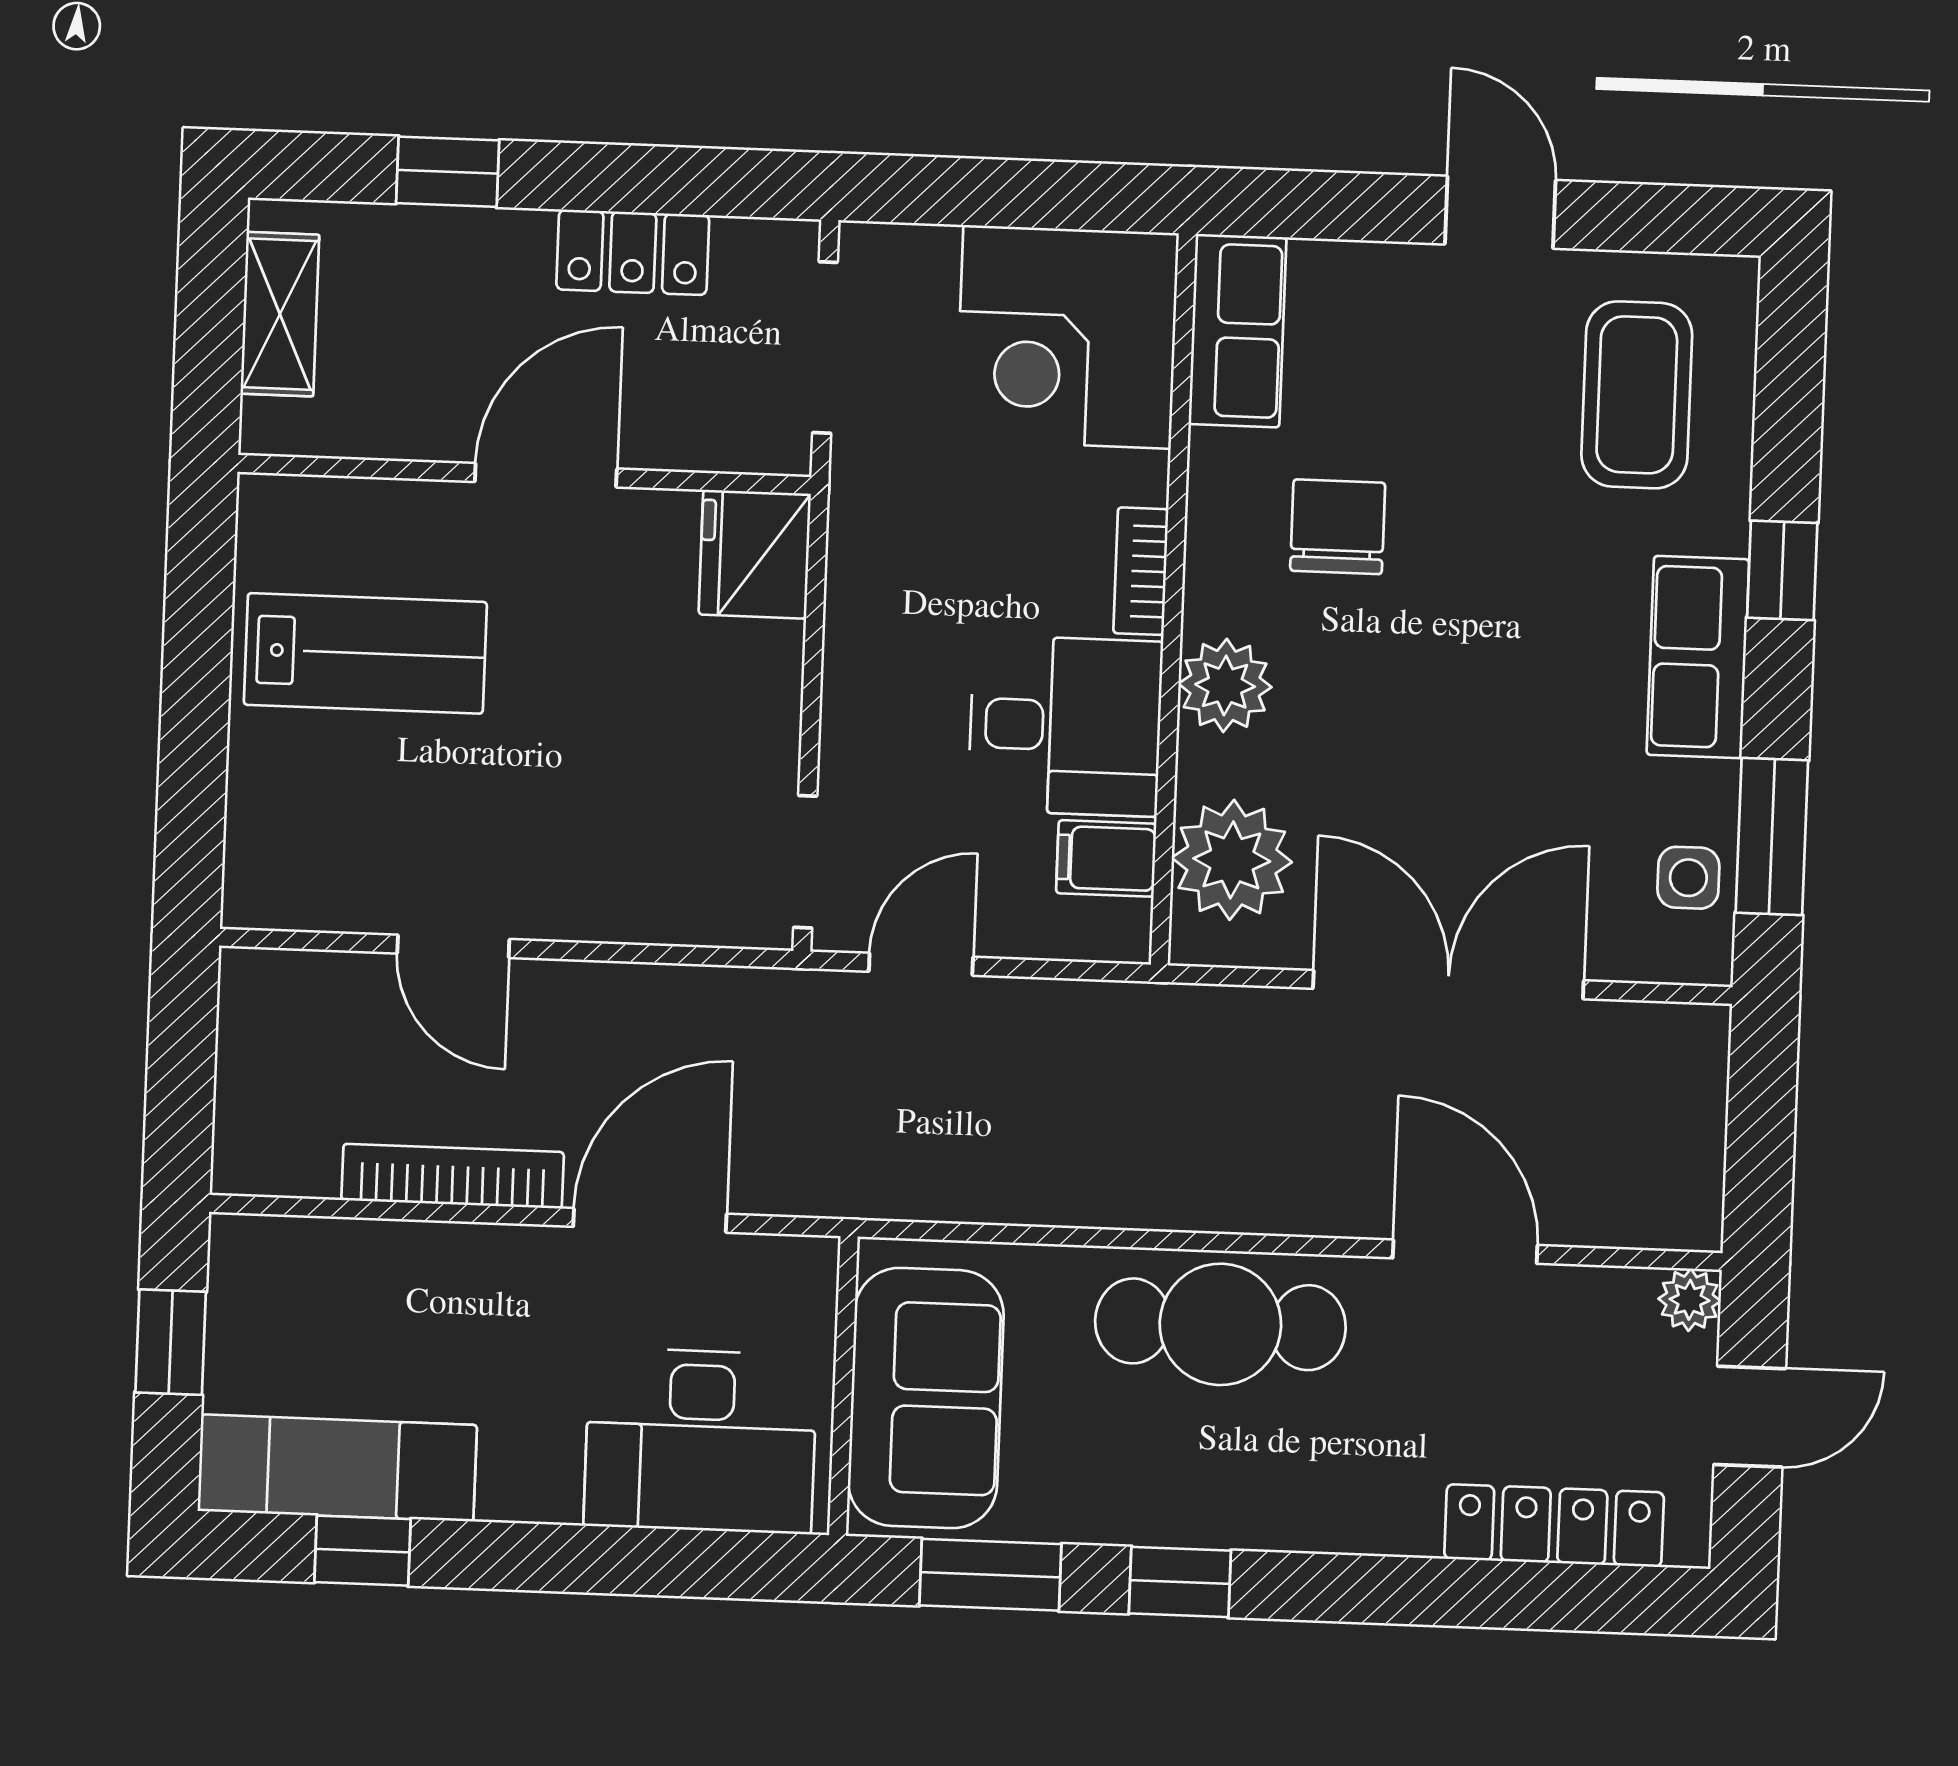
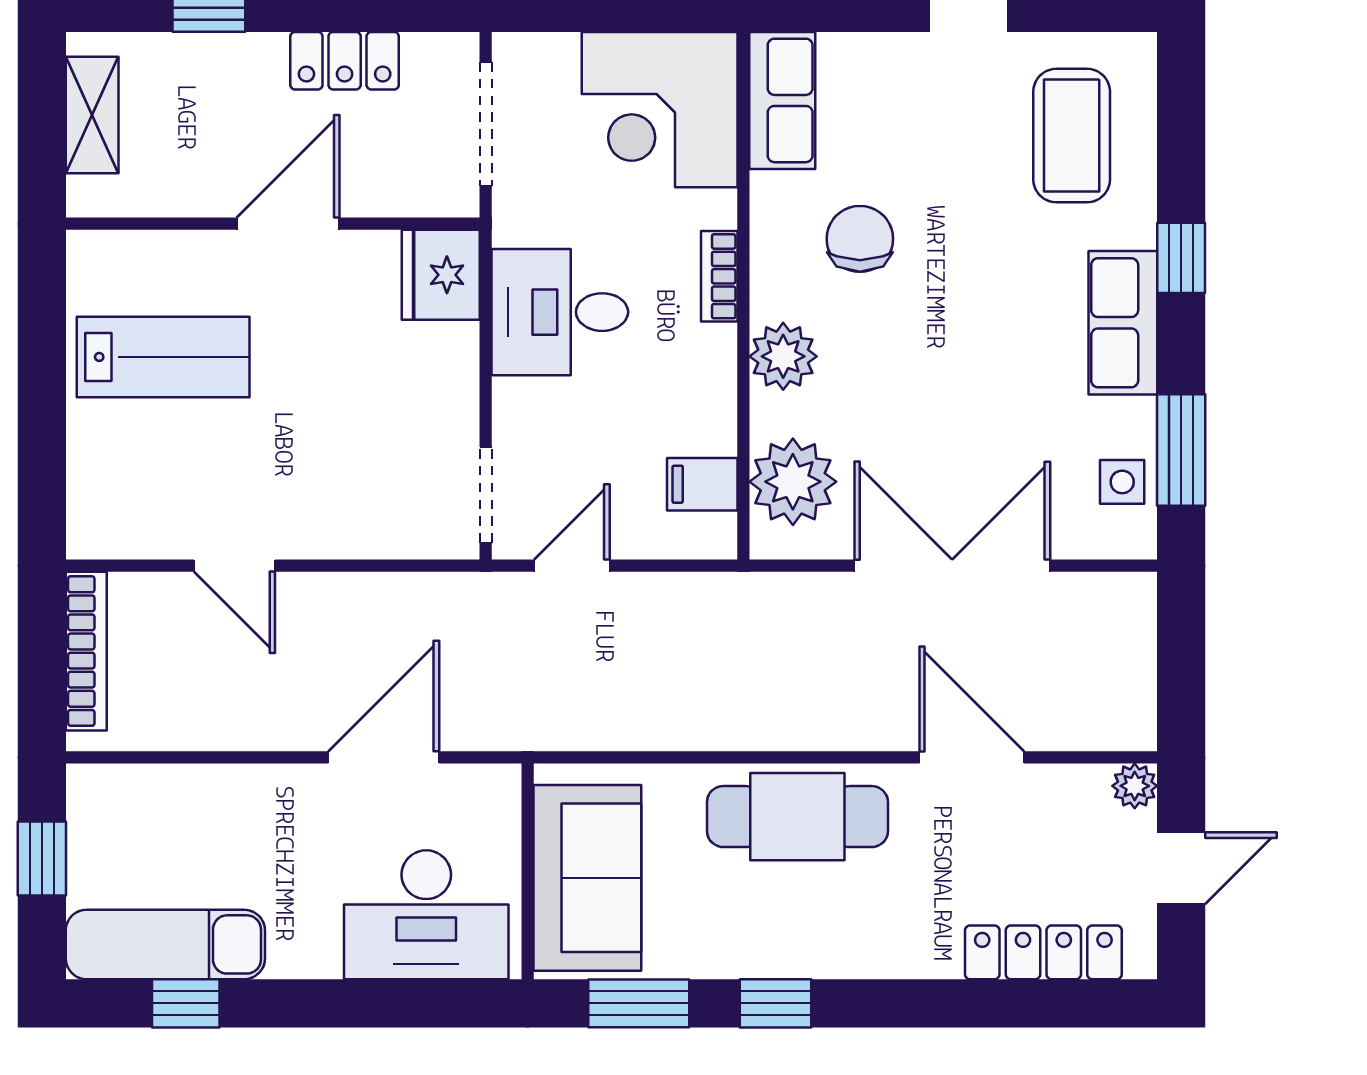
desk: (1065, 726) -> (560, 312), moved, turned 180
bookcase: (453, 1176) -> (86, 651), moved, turned 90

